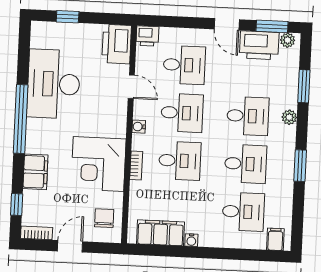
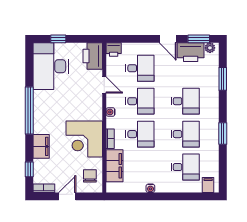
desk: (54, 84) -> (51, 66), moved
plant: (289, 117) -> (214, 101), removed
filing cabinet: (160, 233) -> (114, 166), moved, turned 90

